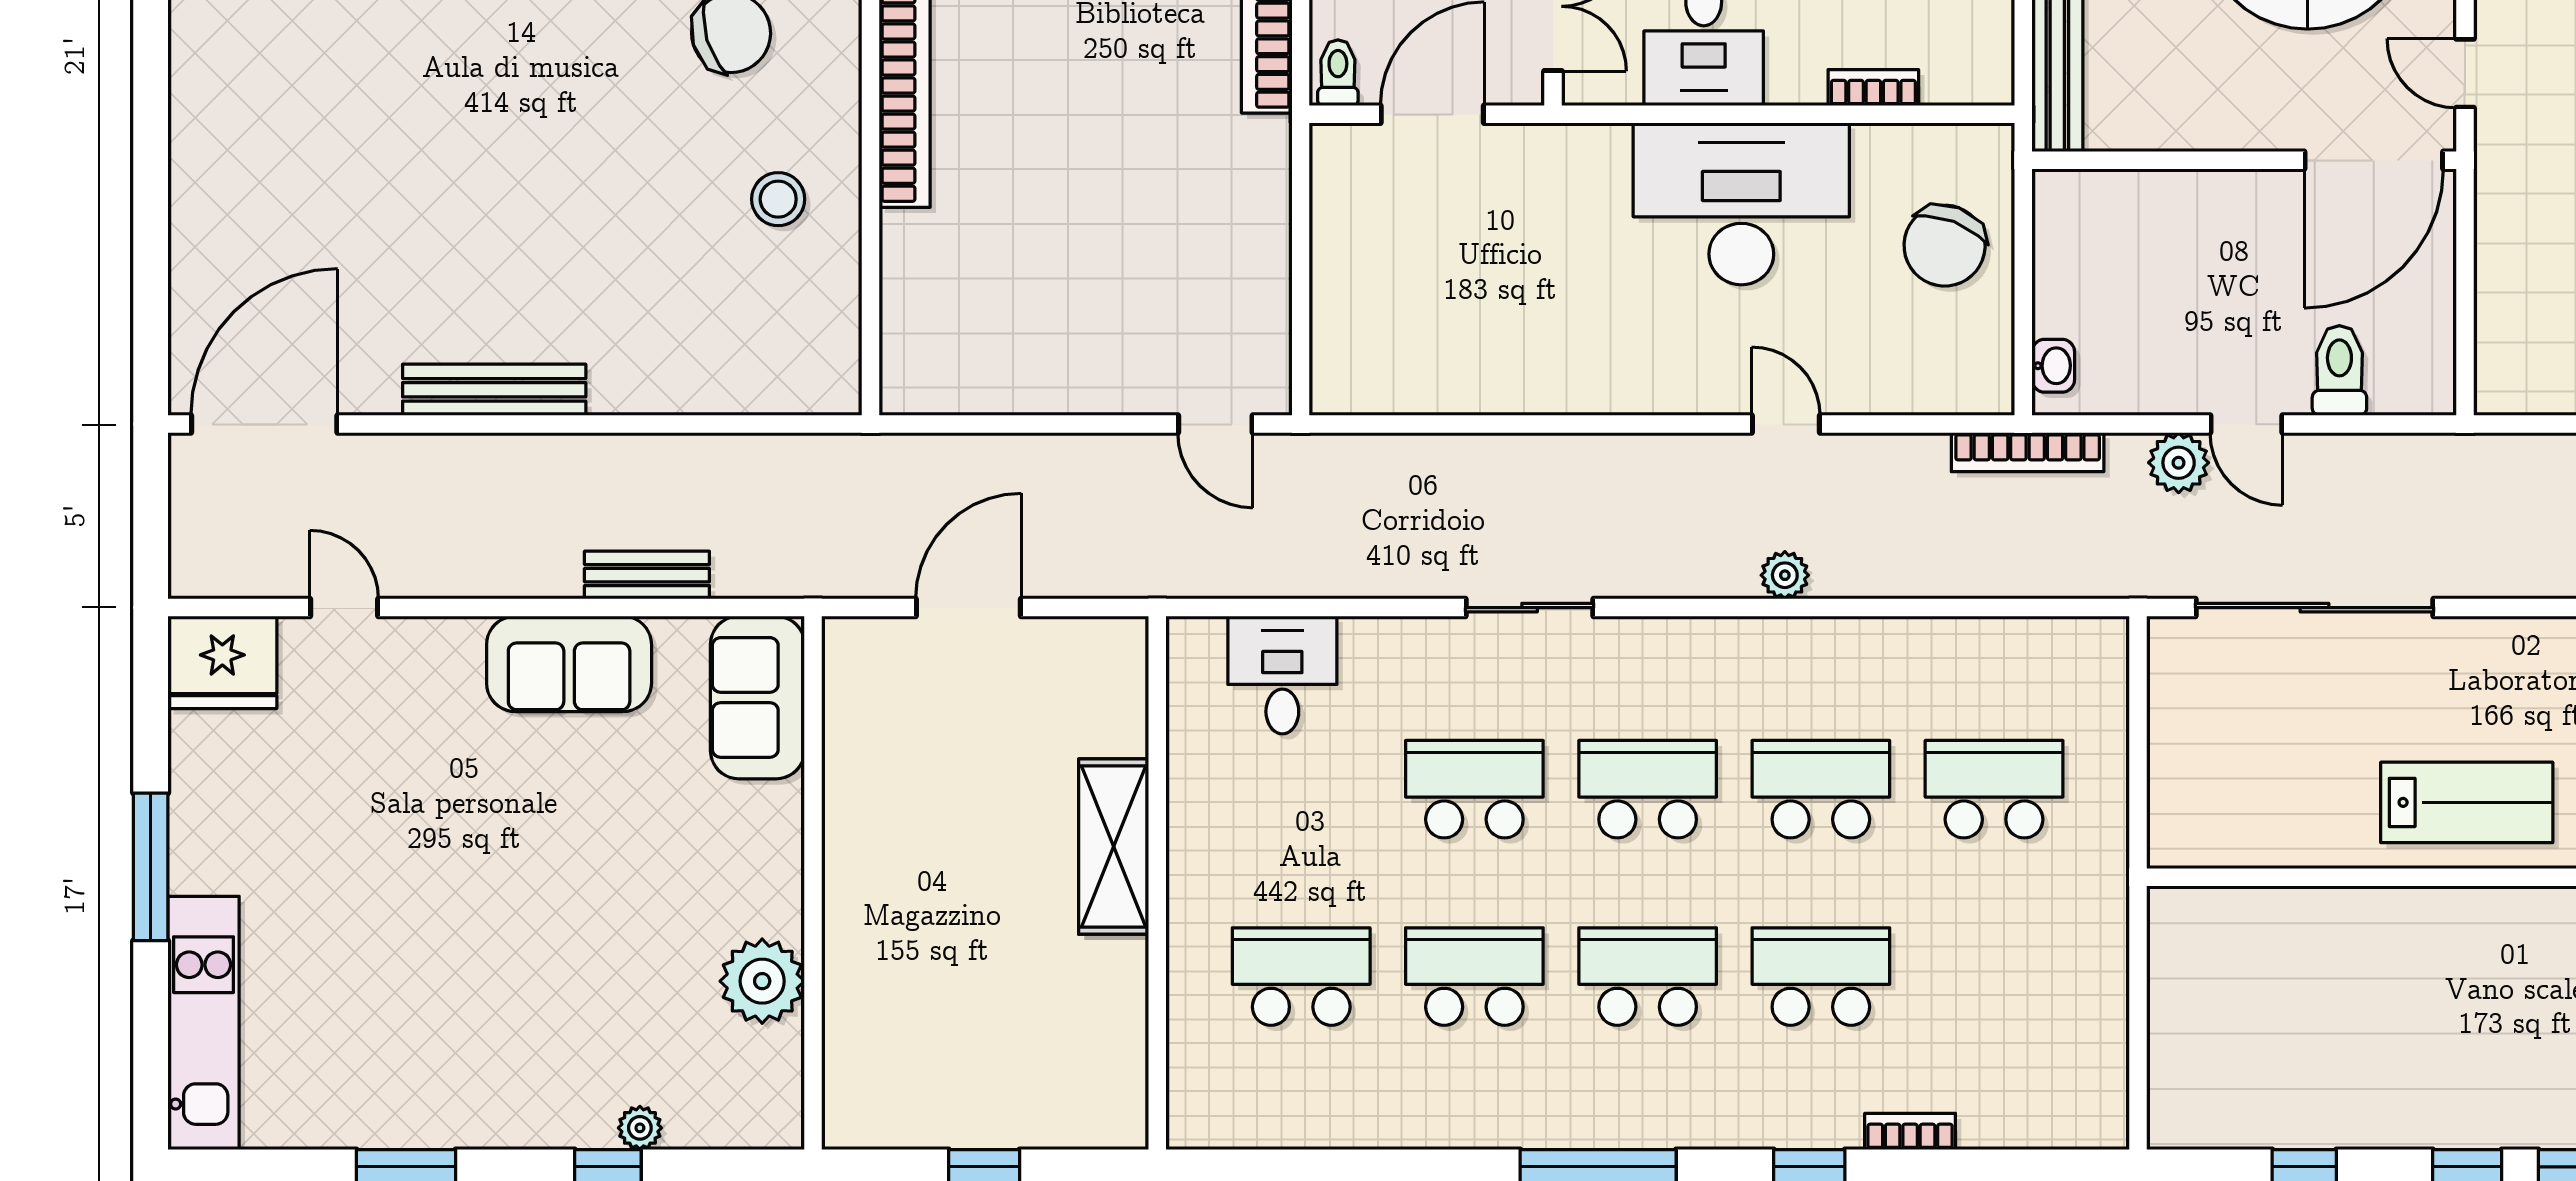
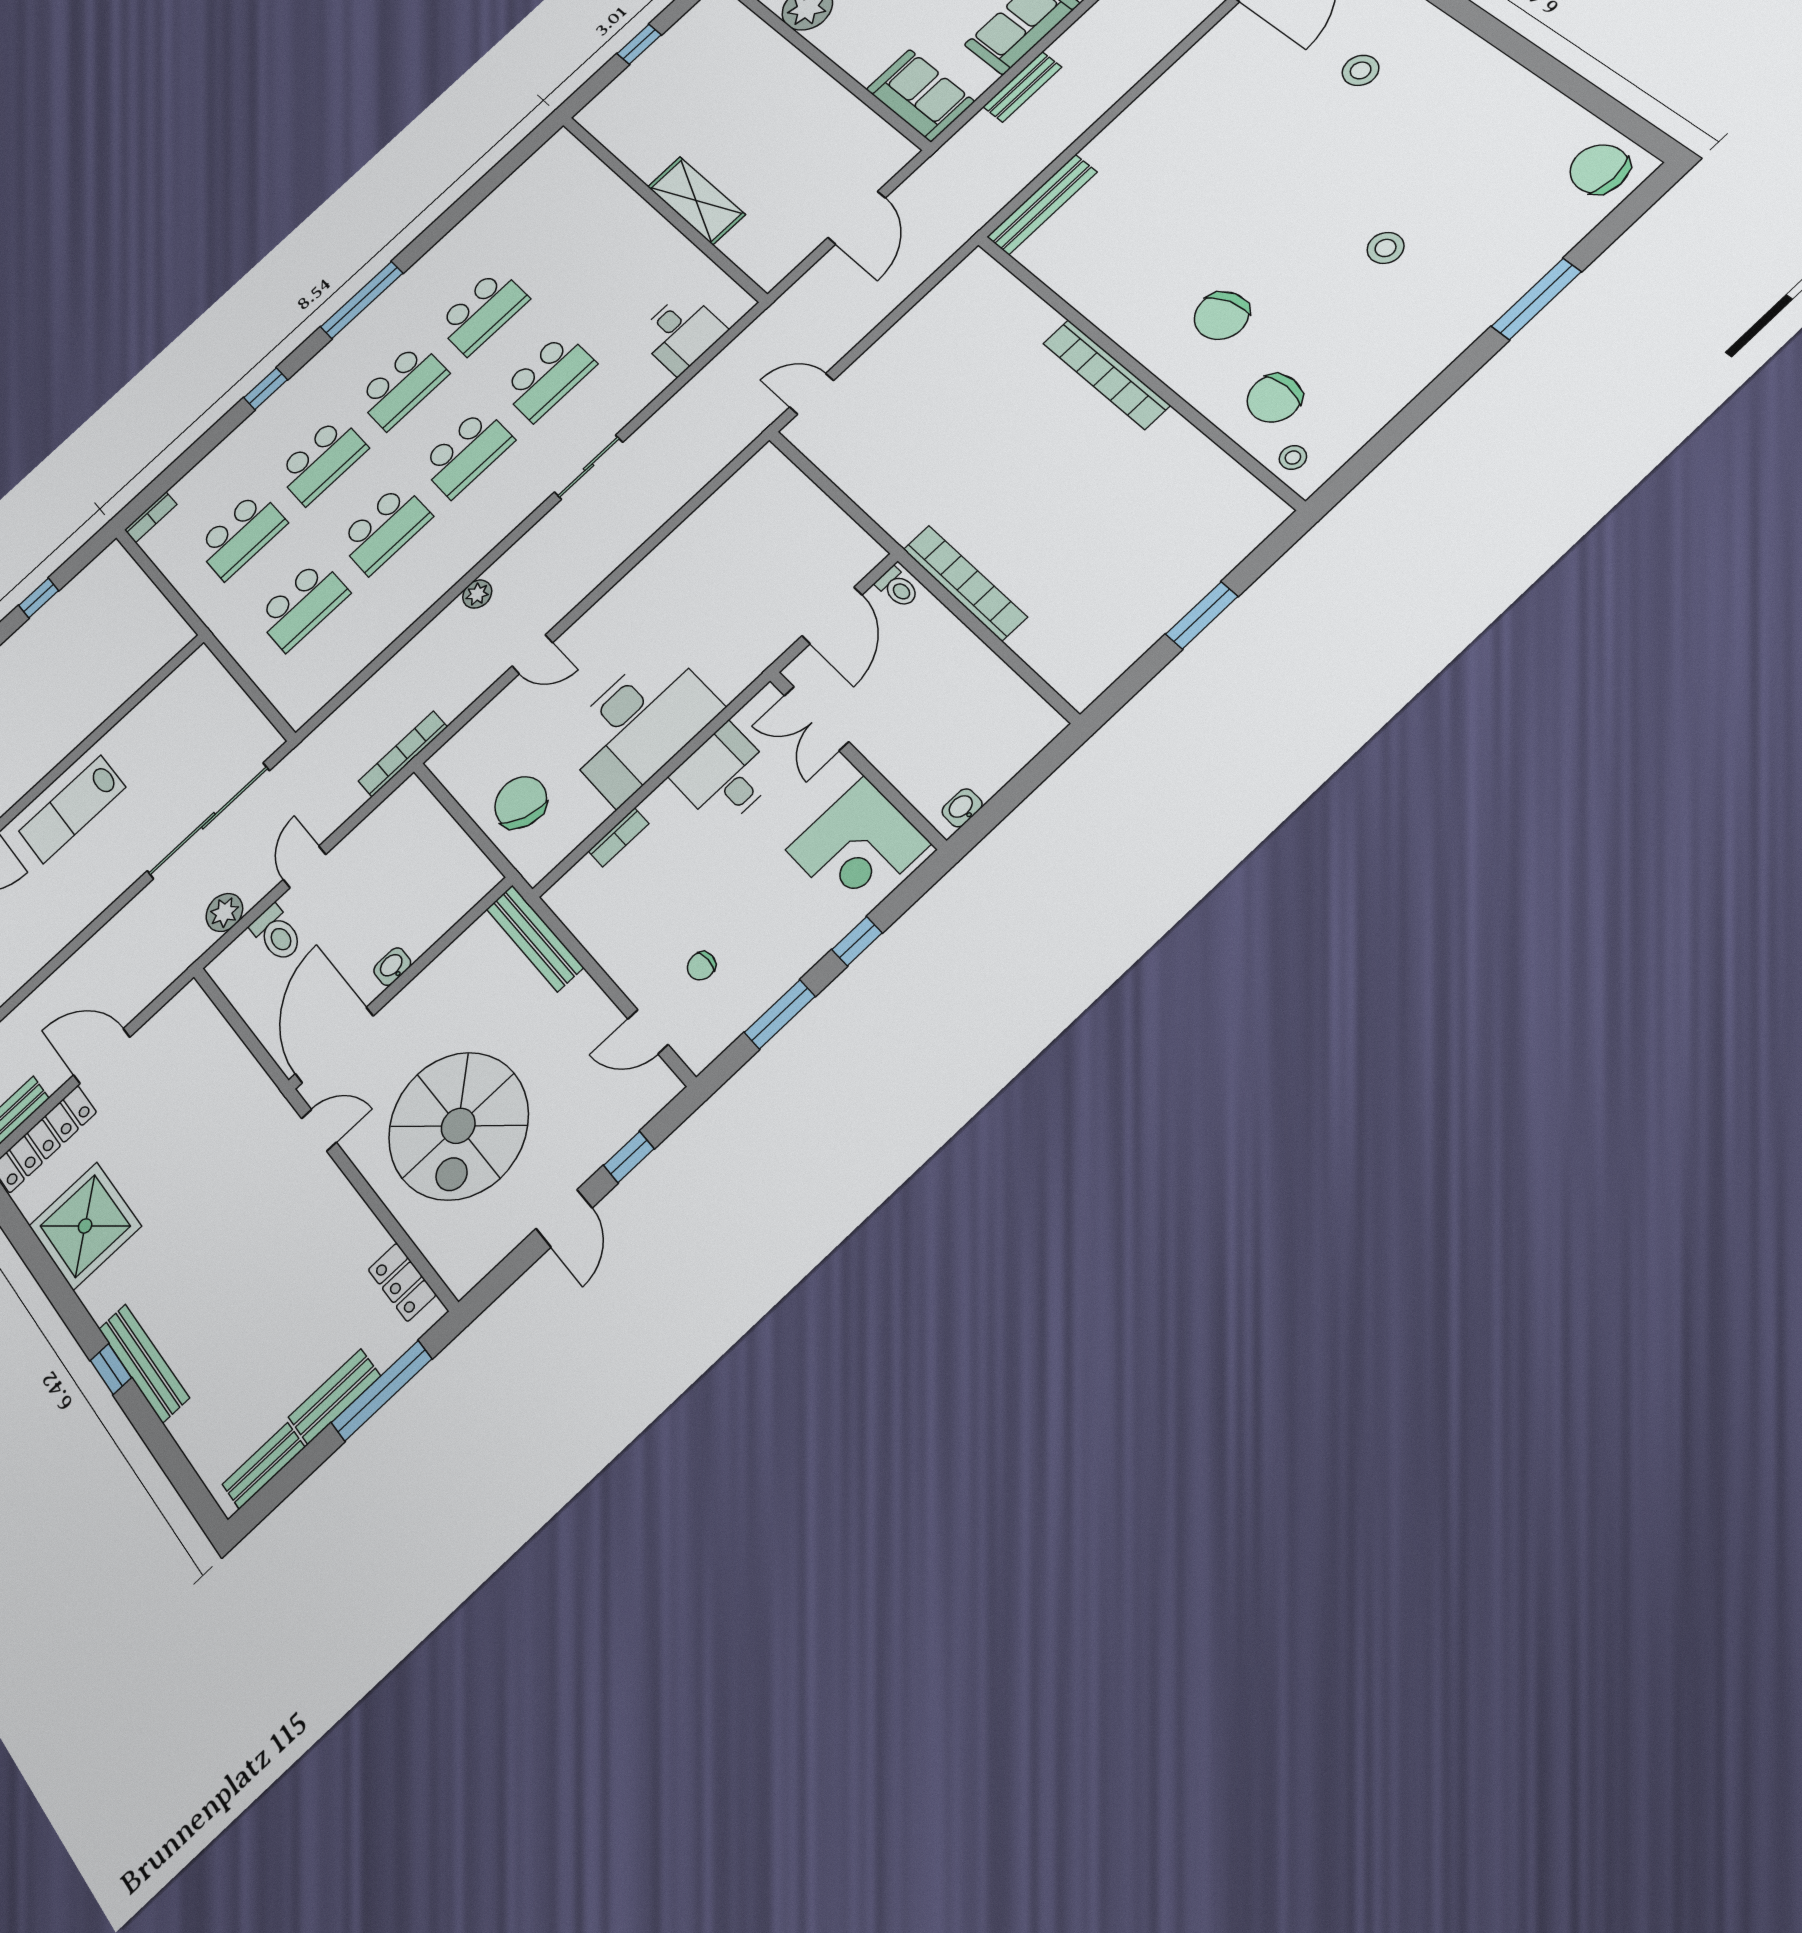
stool: (778, 199) -> (1361, 70), moved
washbasin: (2053, 366) -> (392, 967), moved, turned 90
bench: (494, 390) -> (1042, 205), moved
door: (2246, 424) -> (304, 867), hinge flipped
plant: (2179, 463) -> (224, 912), moved
school desk: (1301, 977) -> (241, 535), moved
bookcase: (1910, 1131) -> (151, 517), moved

